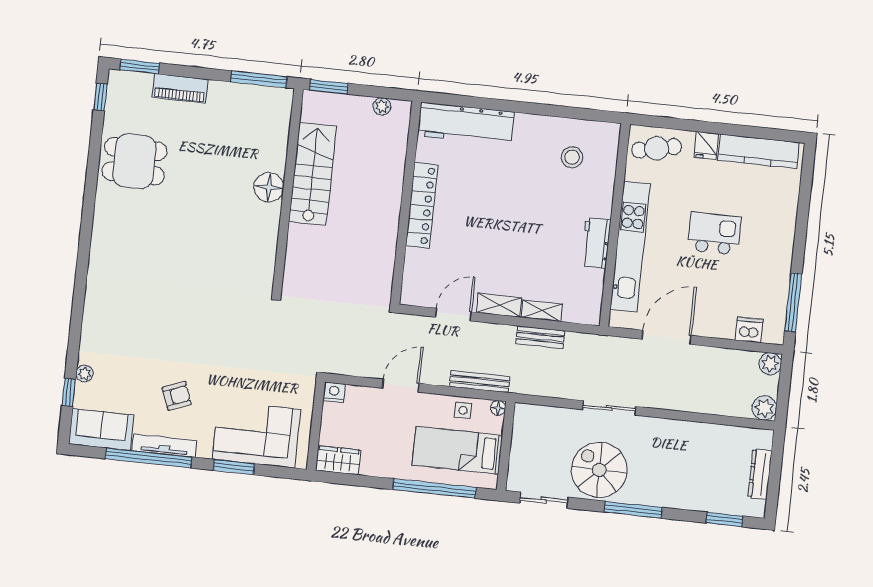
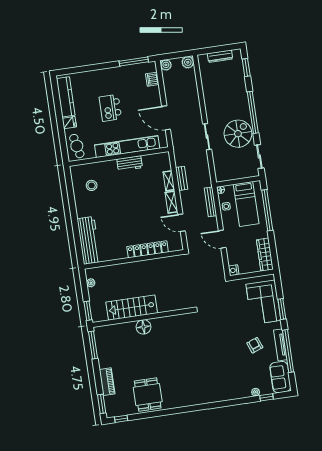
locker: (422, 205) -> (148, 249), moved
wardrobe: (338, 460) -> (265, 255), width x1.50
spiral stairs: (599, 470) -> (238, 134), turned 180
window: (633, 510) -> (253, 112), width x1.46

